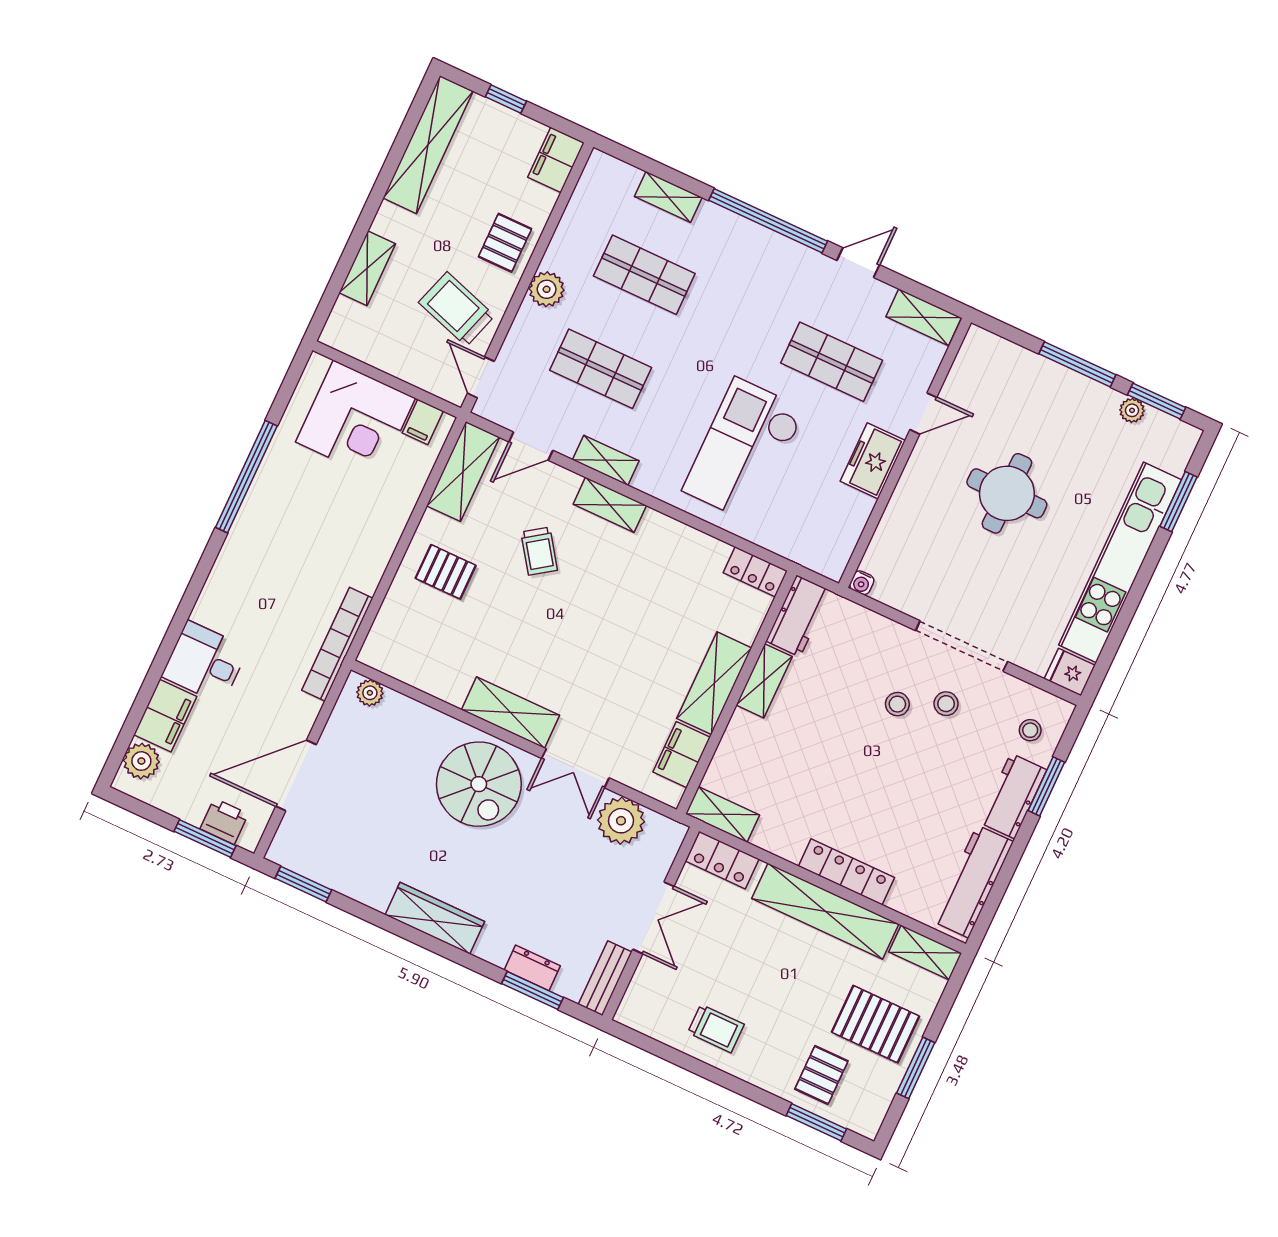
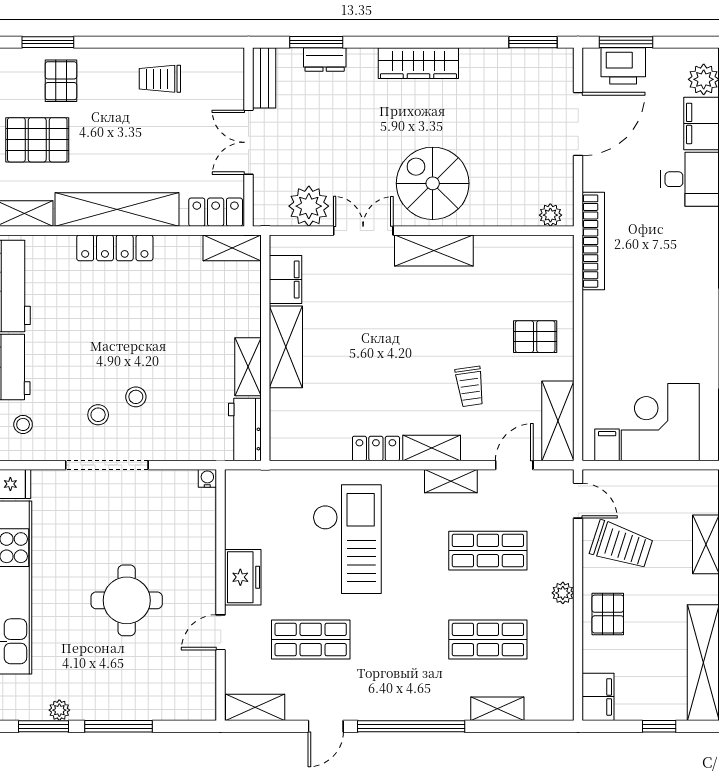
plant: (547, 289) -> (563, 593), width x0.73, depth x0.73
trolley: (539, 551) -> (470, 386), turned -153
locker: (755, 572) -> (376, 449), moved
printer: (224, 821) -> (623, 66), width x1.36, depth x1.24

